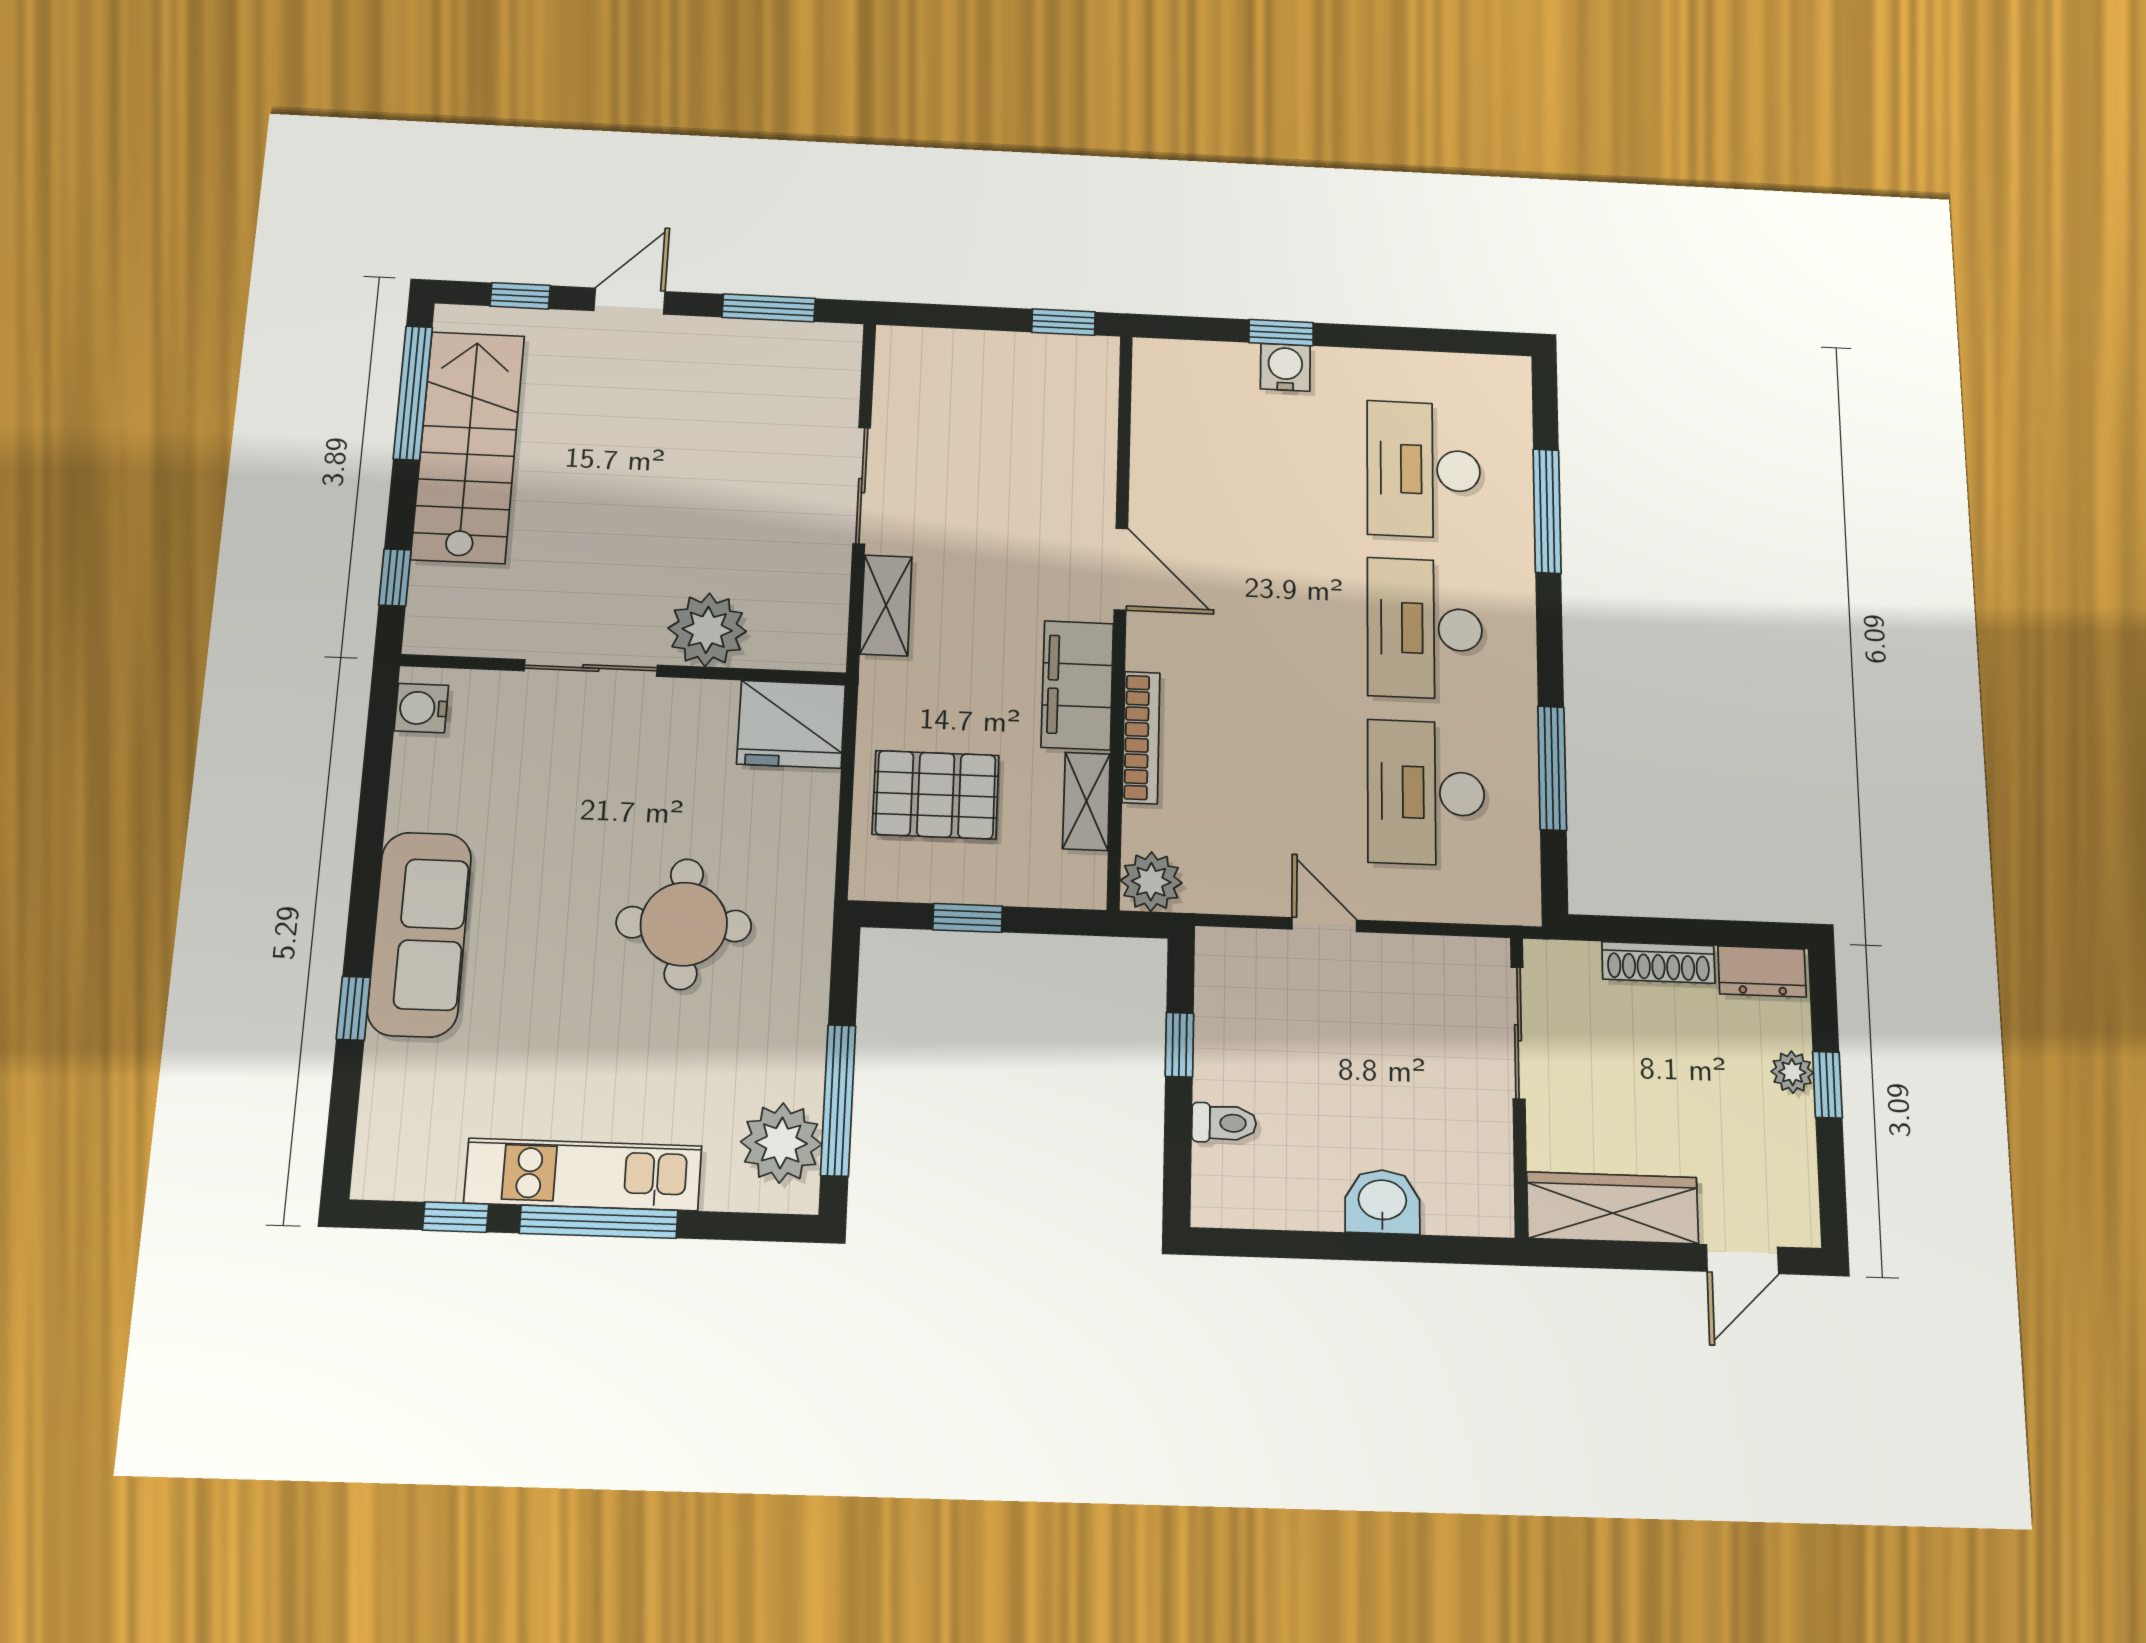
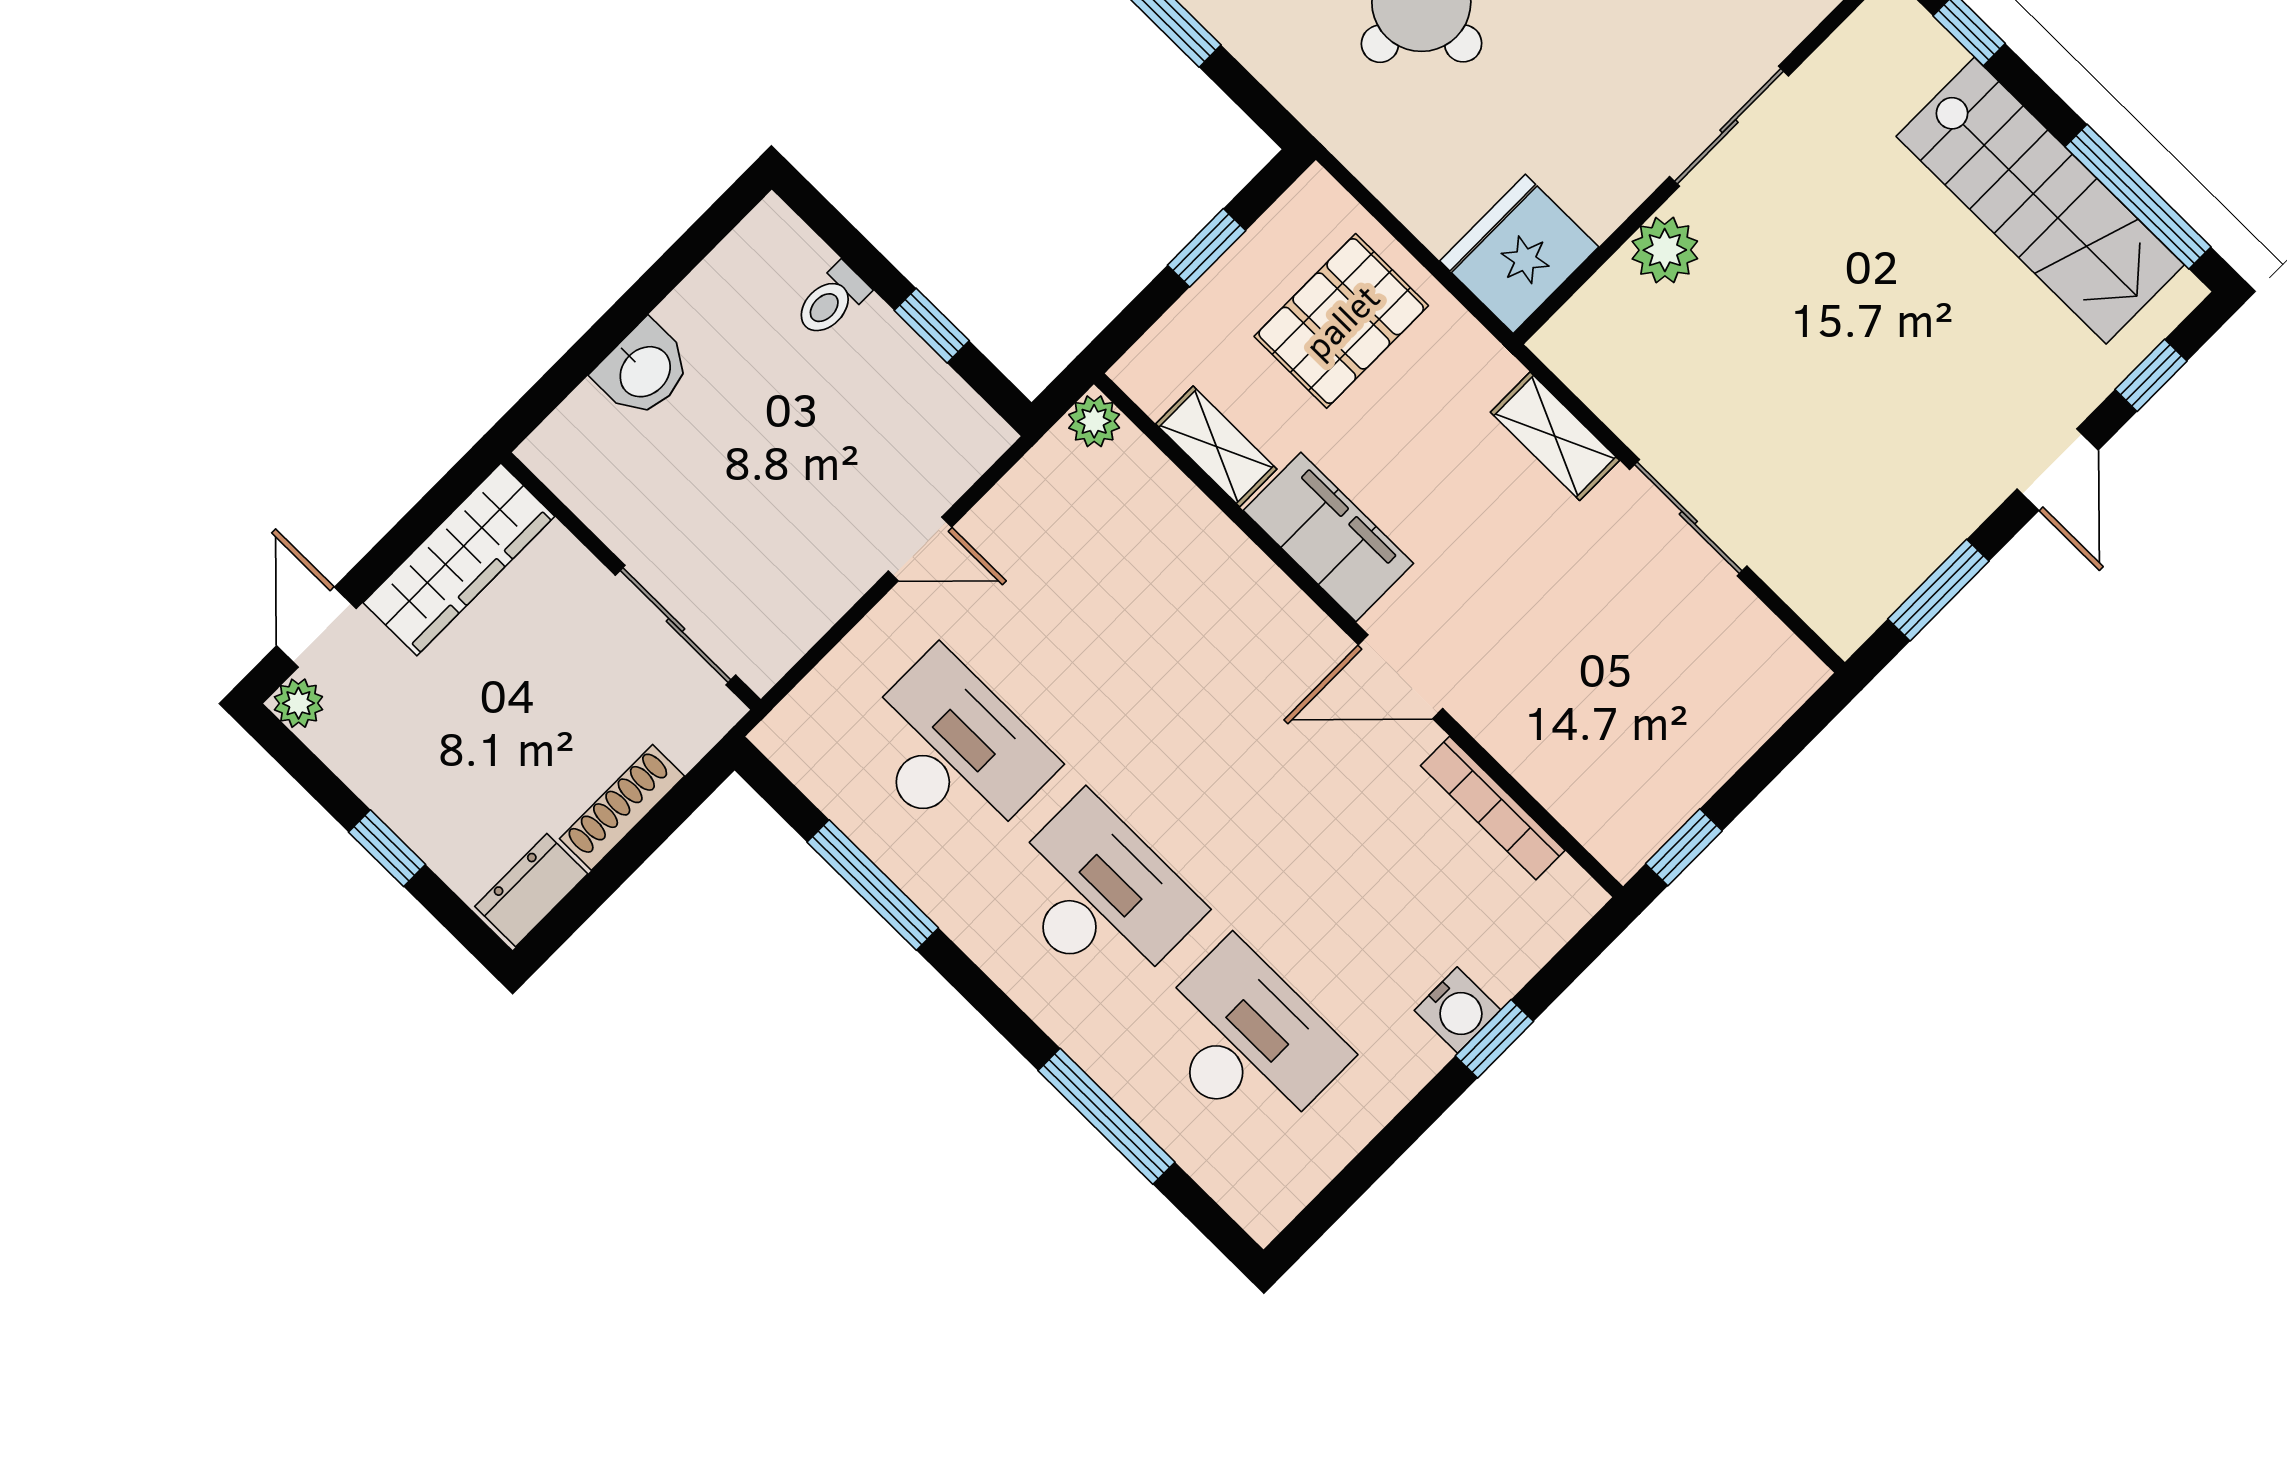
plant: (707, 630) -> (1665, 250), width x0.73, depth x0.73
bookcase: (1141, 737) -> (1493, 808), moved
plant: (1151, 882) -> (1094, 421), width x0.73, depth x0.73
plant: (1792, 1072) -> (298, 703), moved

